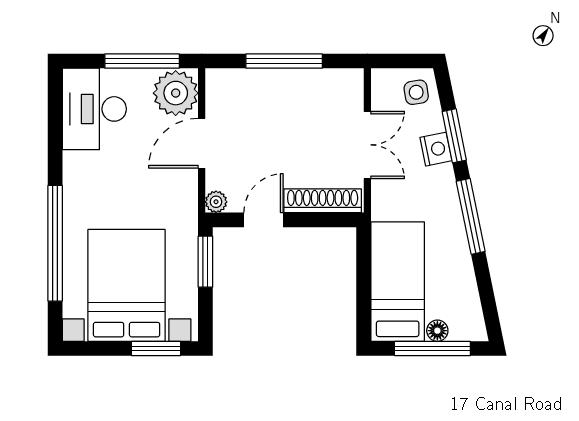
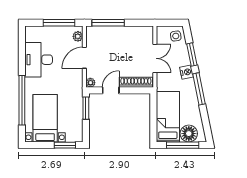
window: (284, 61) -> (108, 23), moved
plant: (176, 93) -> (78, 36), width x0.53, depth x0.53
desk: (94, 109) -> (39, 60), moved
nightstand: (436, 149) -> (187, 72), moved
bed with nightstands: (127, 285) -> (45, 118), width x0.73
floor lamp: (437, 331) -> (189, 134), width x1.89, depth x1.89

